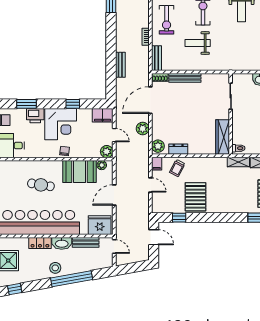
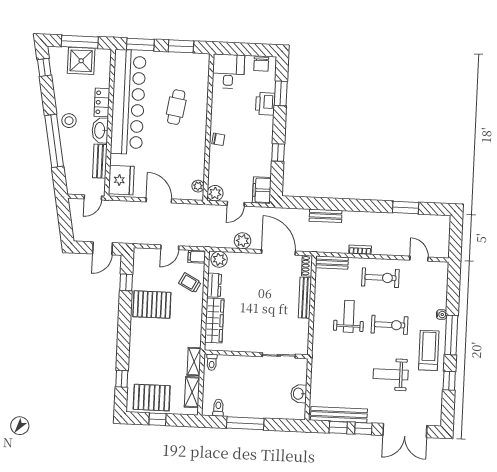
exercise bike: (167, 20) -> (380, 278), turned 180
corner desk: (61, 124) -> (253, 136), removed
wardrobe: (223, 137) -> (214, 320), moved, turned 90
booth: (79, 172) -> (191, 157), removed

